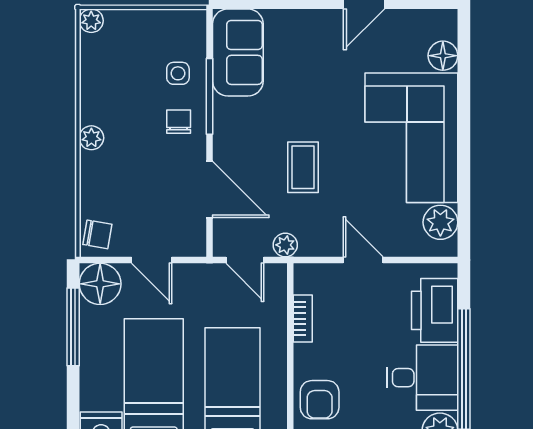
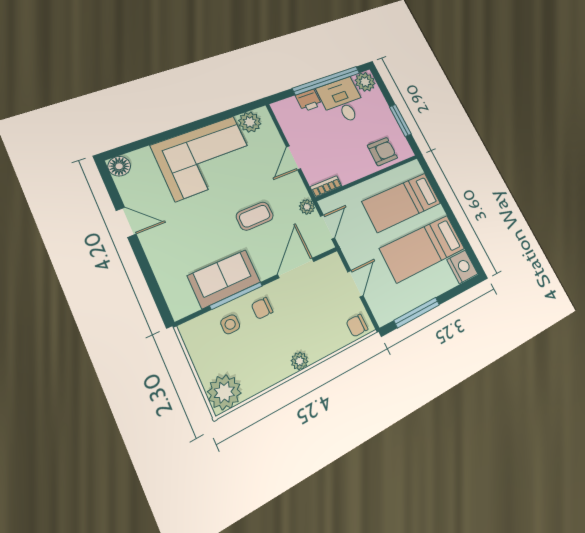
plant: (91, 21) -> (224, 392), width x1.88, depth x1.88
sofa: (238, 52) -> (224, 279), moved
floor lamp: (443, 56) -> (119, 166), moved
chair: (97, 234) -> (357, 325), turned -100
floor lamp: (100, 284) -> (385, 309), removed
printer: (435, 310) -> (309, 100), width x0.53, depth x0.68
bookcase: (303, 319) -> (326, 186), moved

